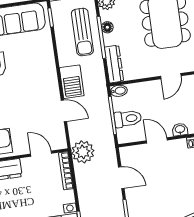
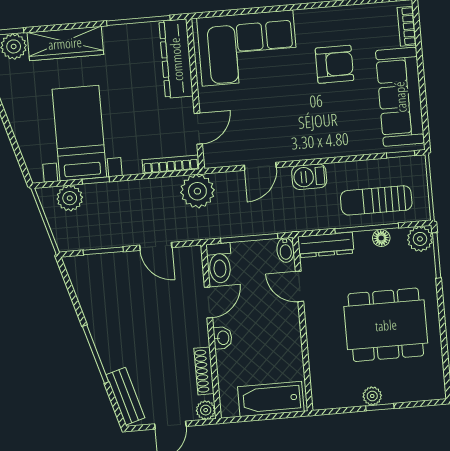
door: (171, 76) -> (299, 286), moved
barbecue: (72, 82) -> (309, 177), width x0.73, depth x0.79
toilet: (128, 119) -> (220, 263), moved
door: (121, 178) -> (156, 246), hinge flipped

